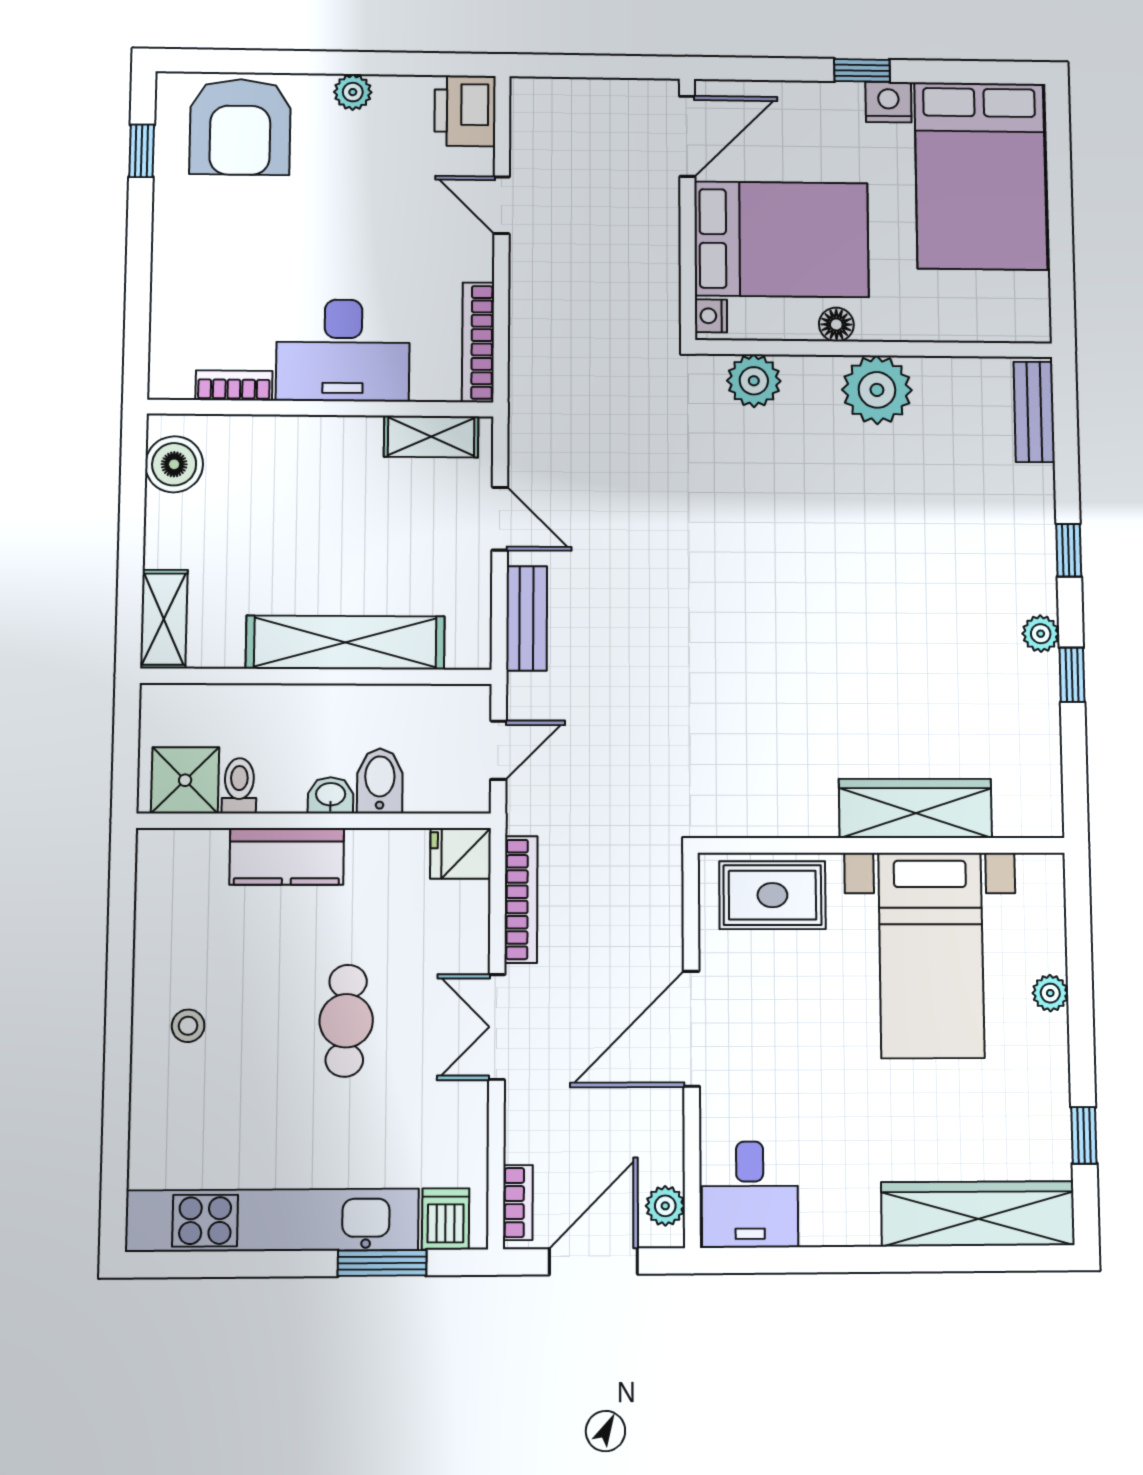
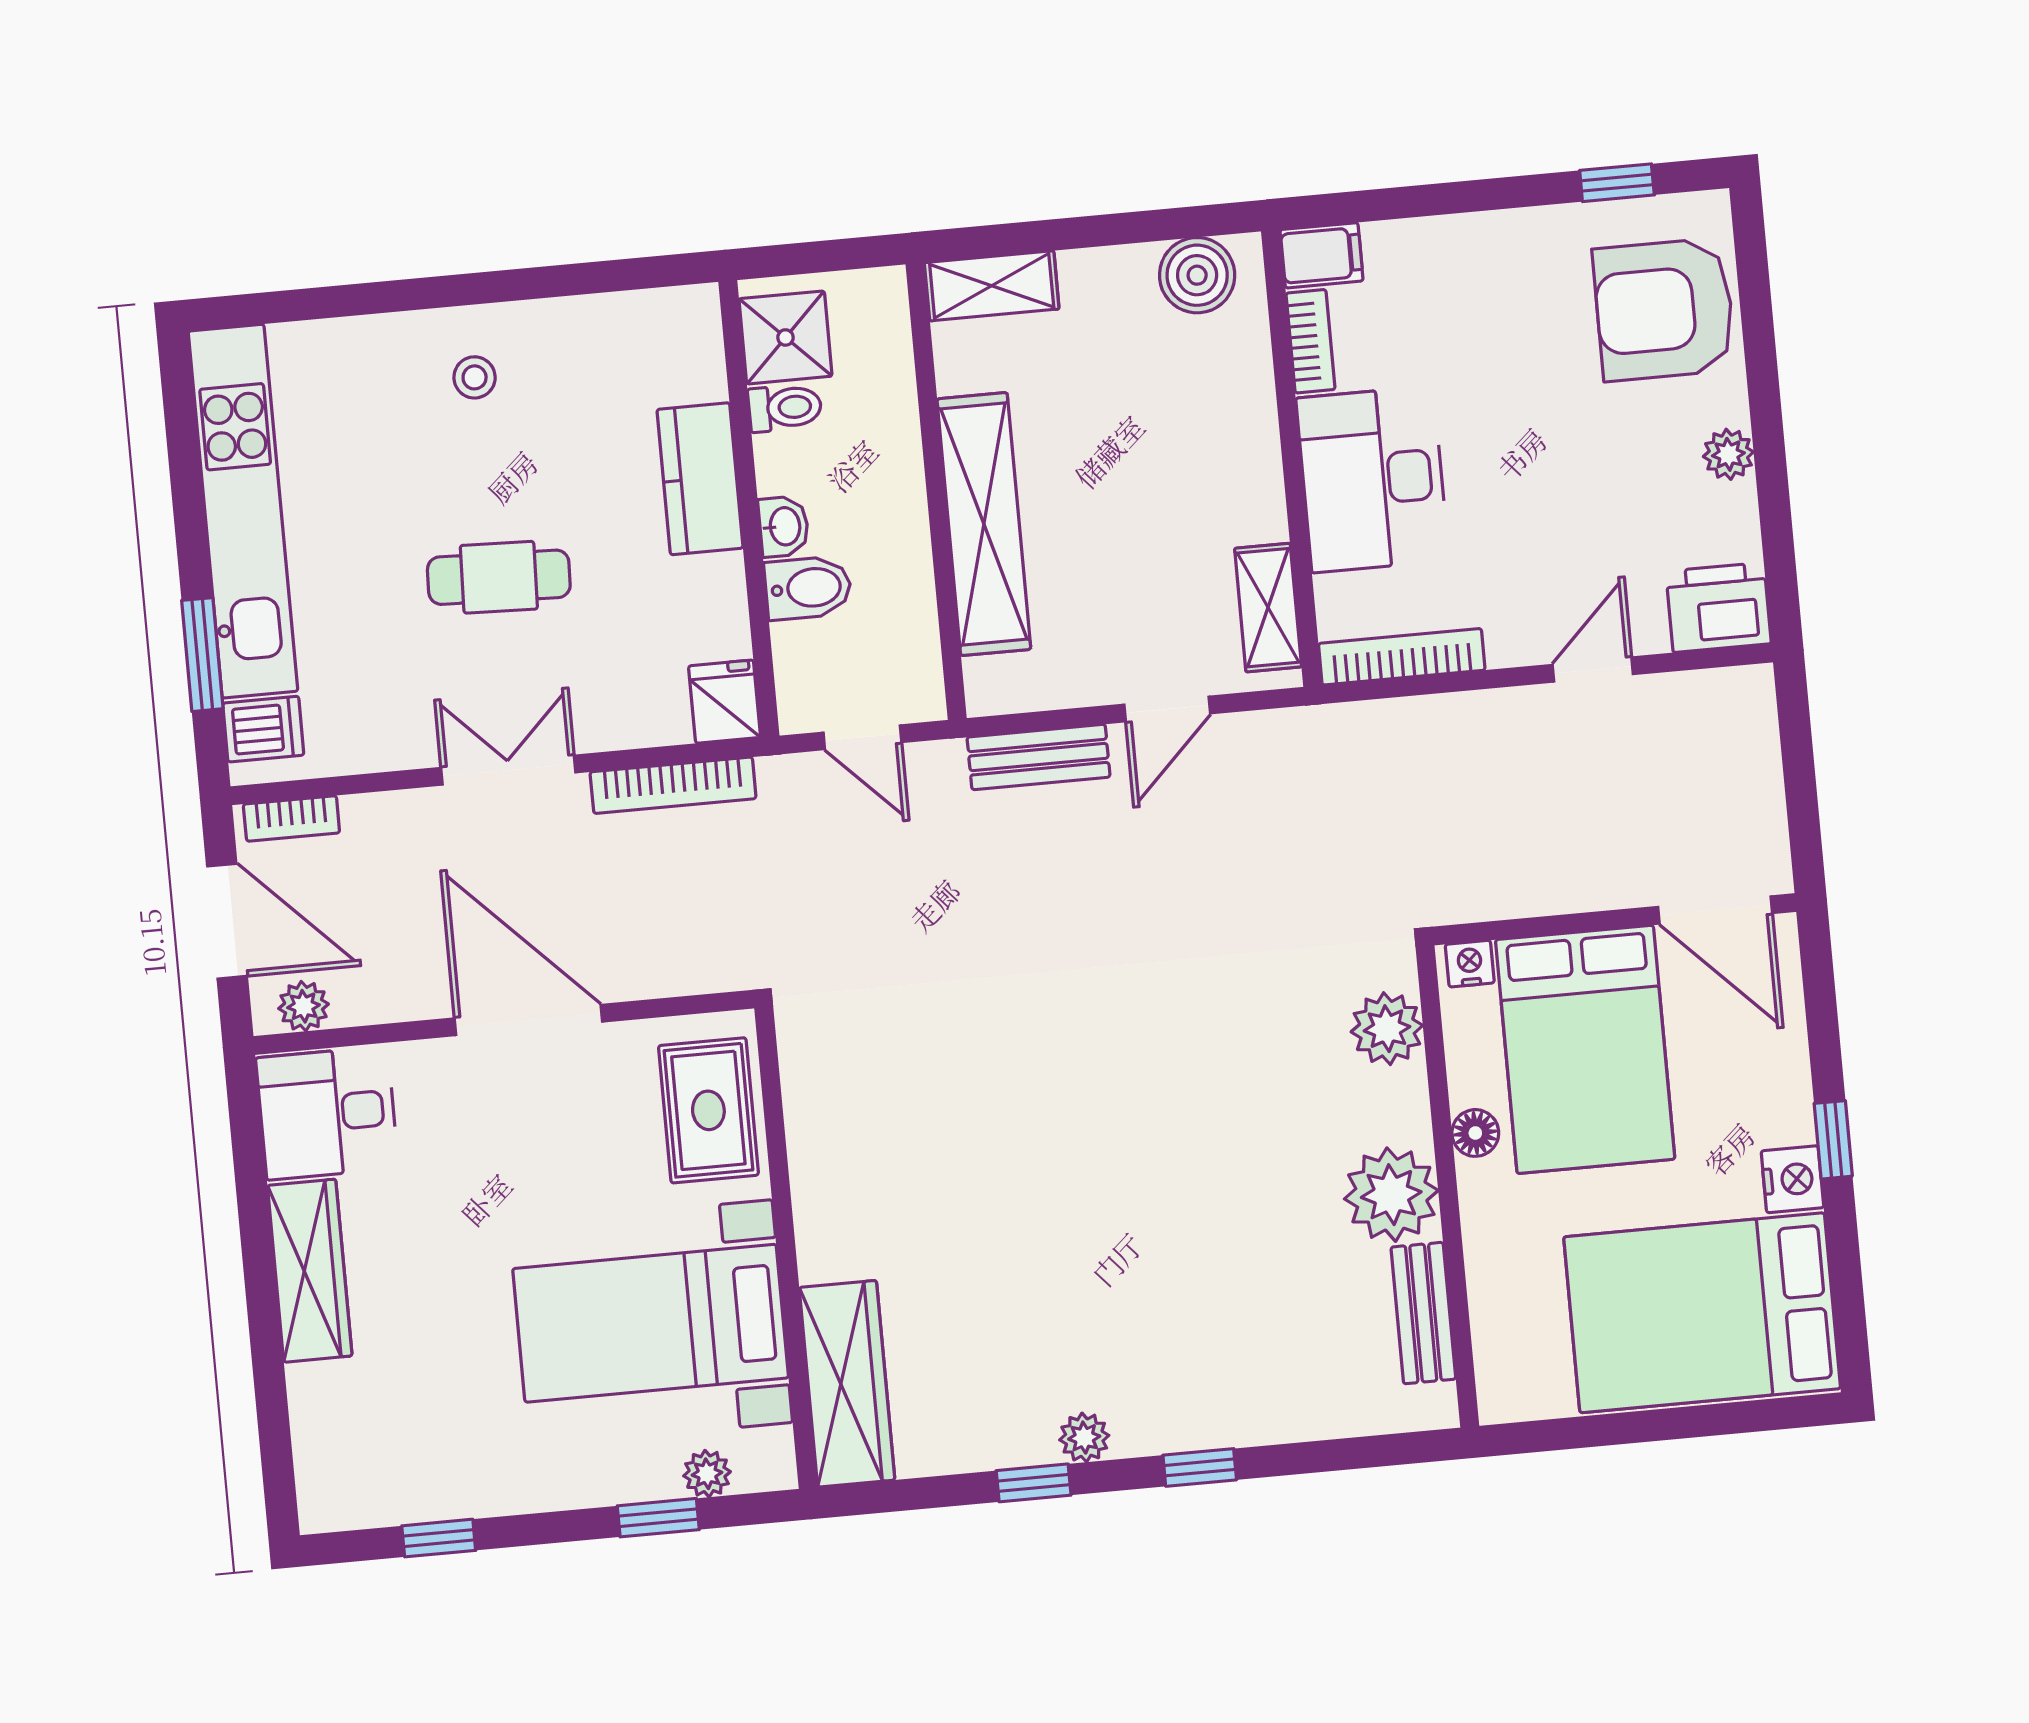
filing cabinet: (170, 371) -> (1322, 255), added
bench: (1034, 412) -> (1423, 1313), moved, turned 90
wardrobe: (915, 808) -> (847, 1384), moved
window: (1079, 963) -> (658, 1518), added
plant: (1050, 993) -> (707, 1474), moved
wardrobe: (978, 1214) -> (310, 1271), moved, width x0.71, depth x0.85

